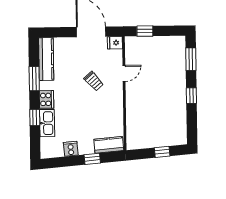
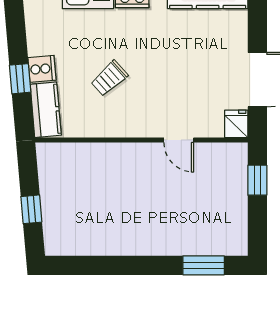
trolley: (94, 81) -> (109, 78), moved
window: (191, 96) -> (136, 265), removed
cooker: (71, 149) -> (42, 69), moved

